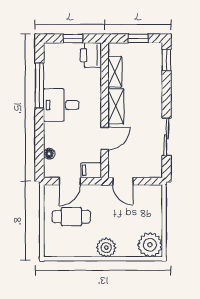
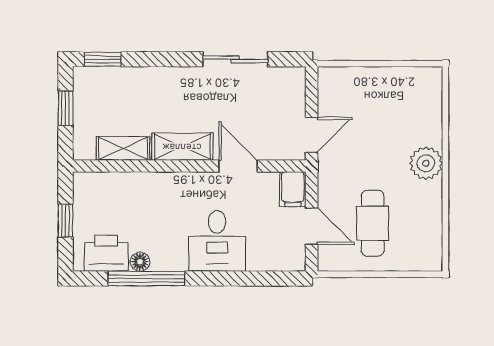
printer: (91, 55) -> (106, 253), moved, turned 180
desk: (61, 105) -> (217, 241), moved
floor lamp: (49, 154) -> (140, 262), moved
plant: (150, 245) -> (421, 88), removed

